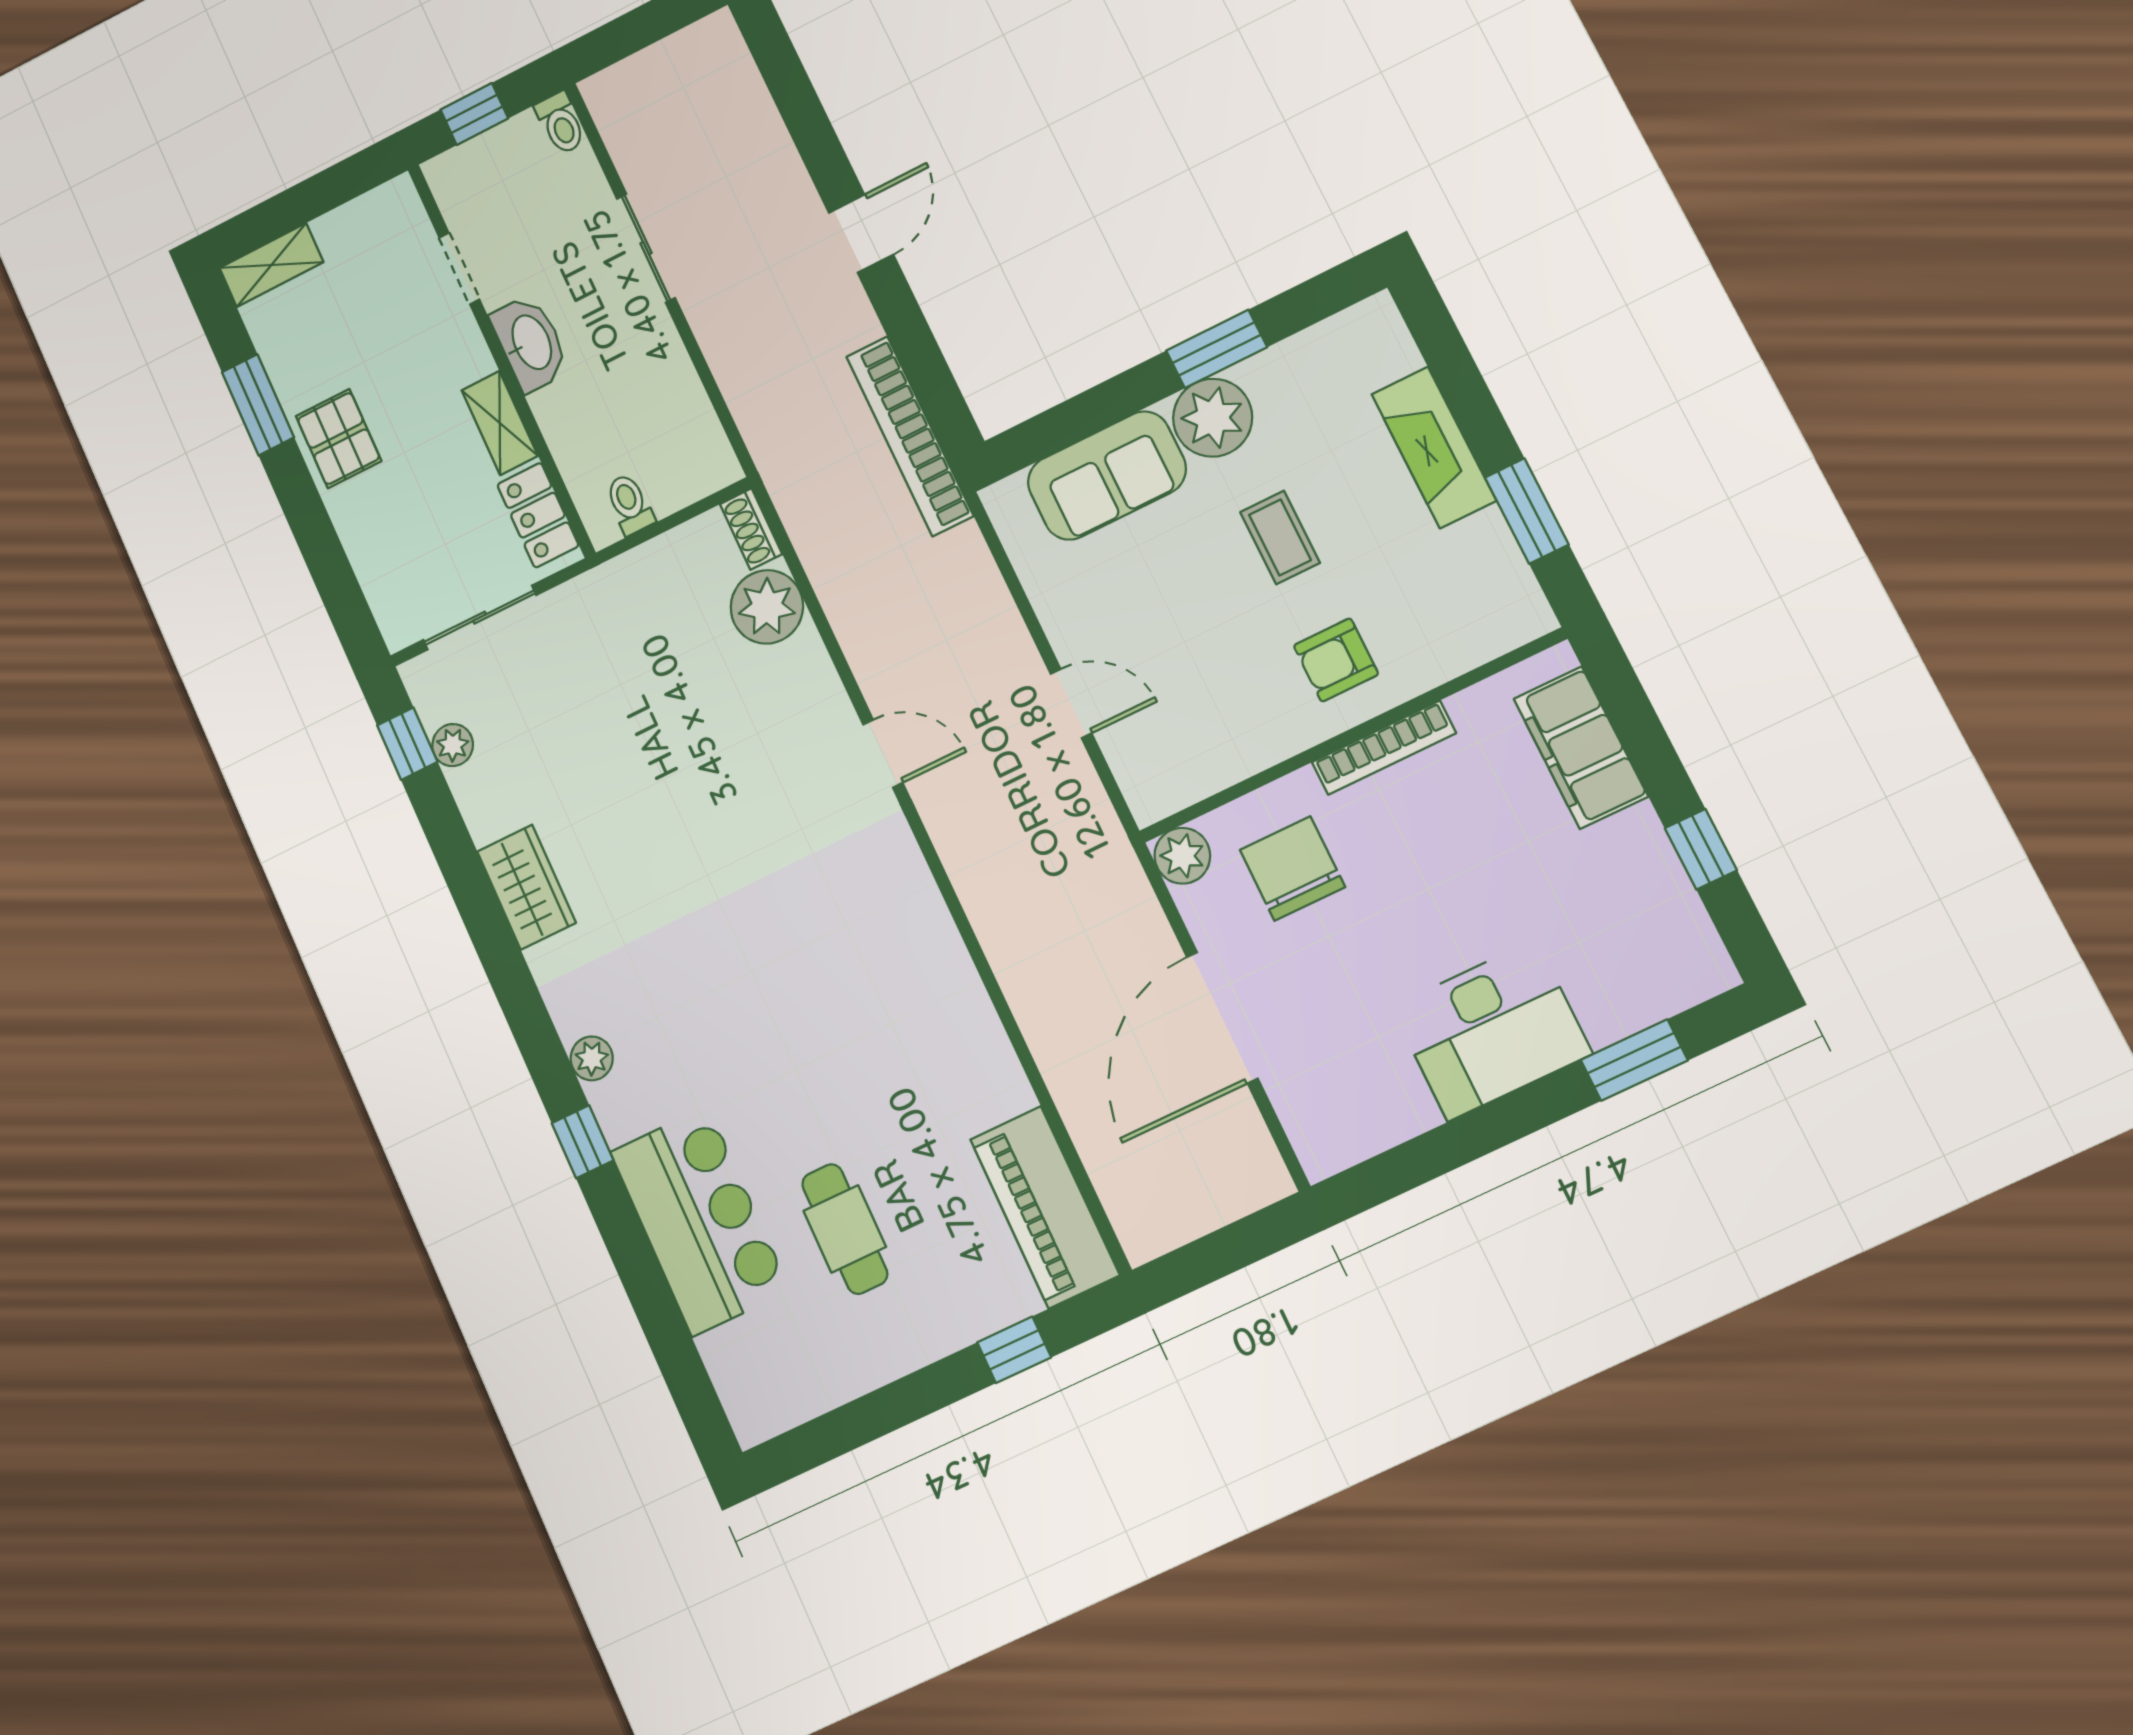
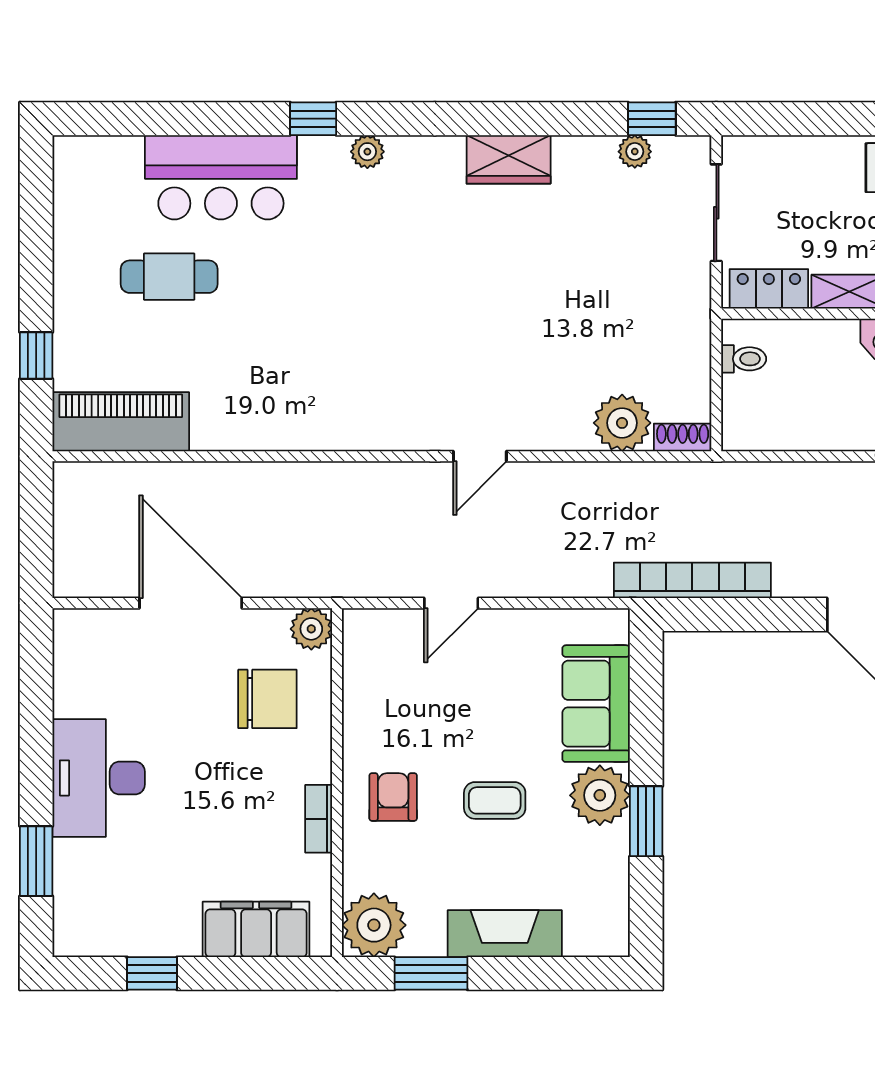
plant: (1503, 608) -> (374, 925), added
bookcase: (1384, 748) -> (319, 819), width x0.64

